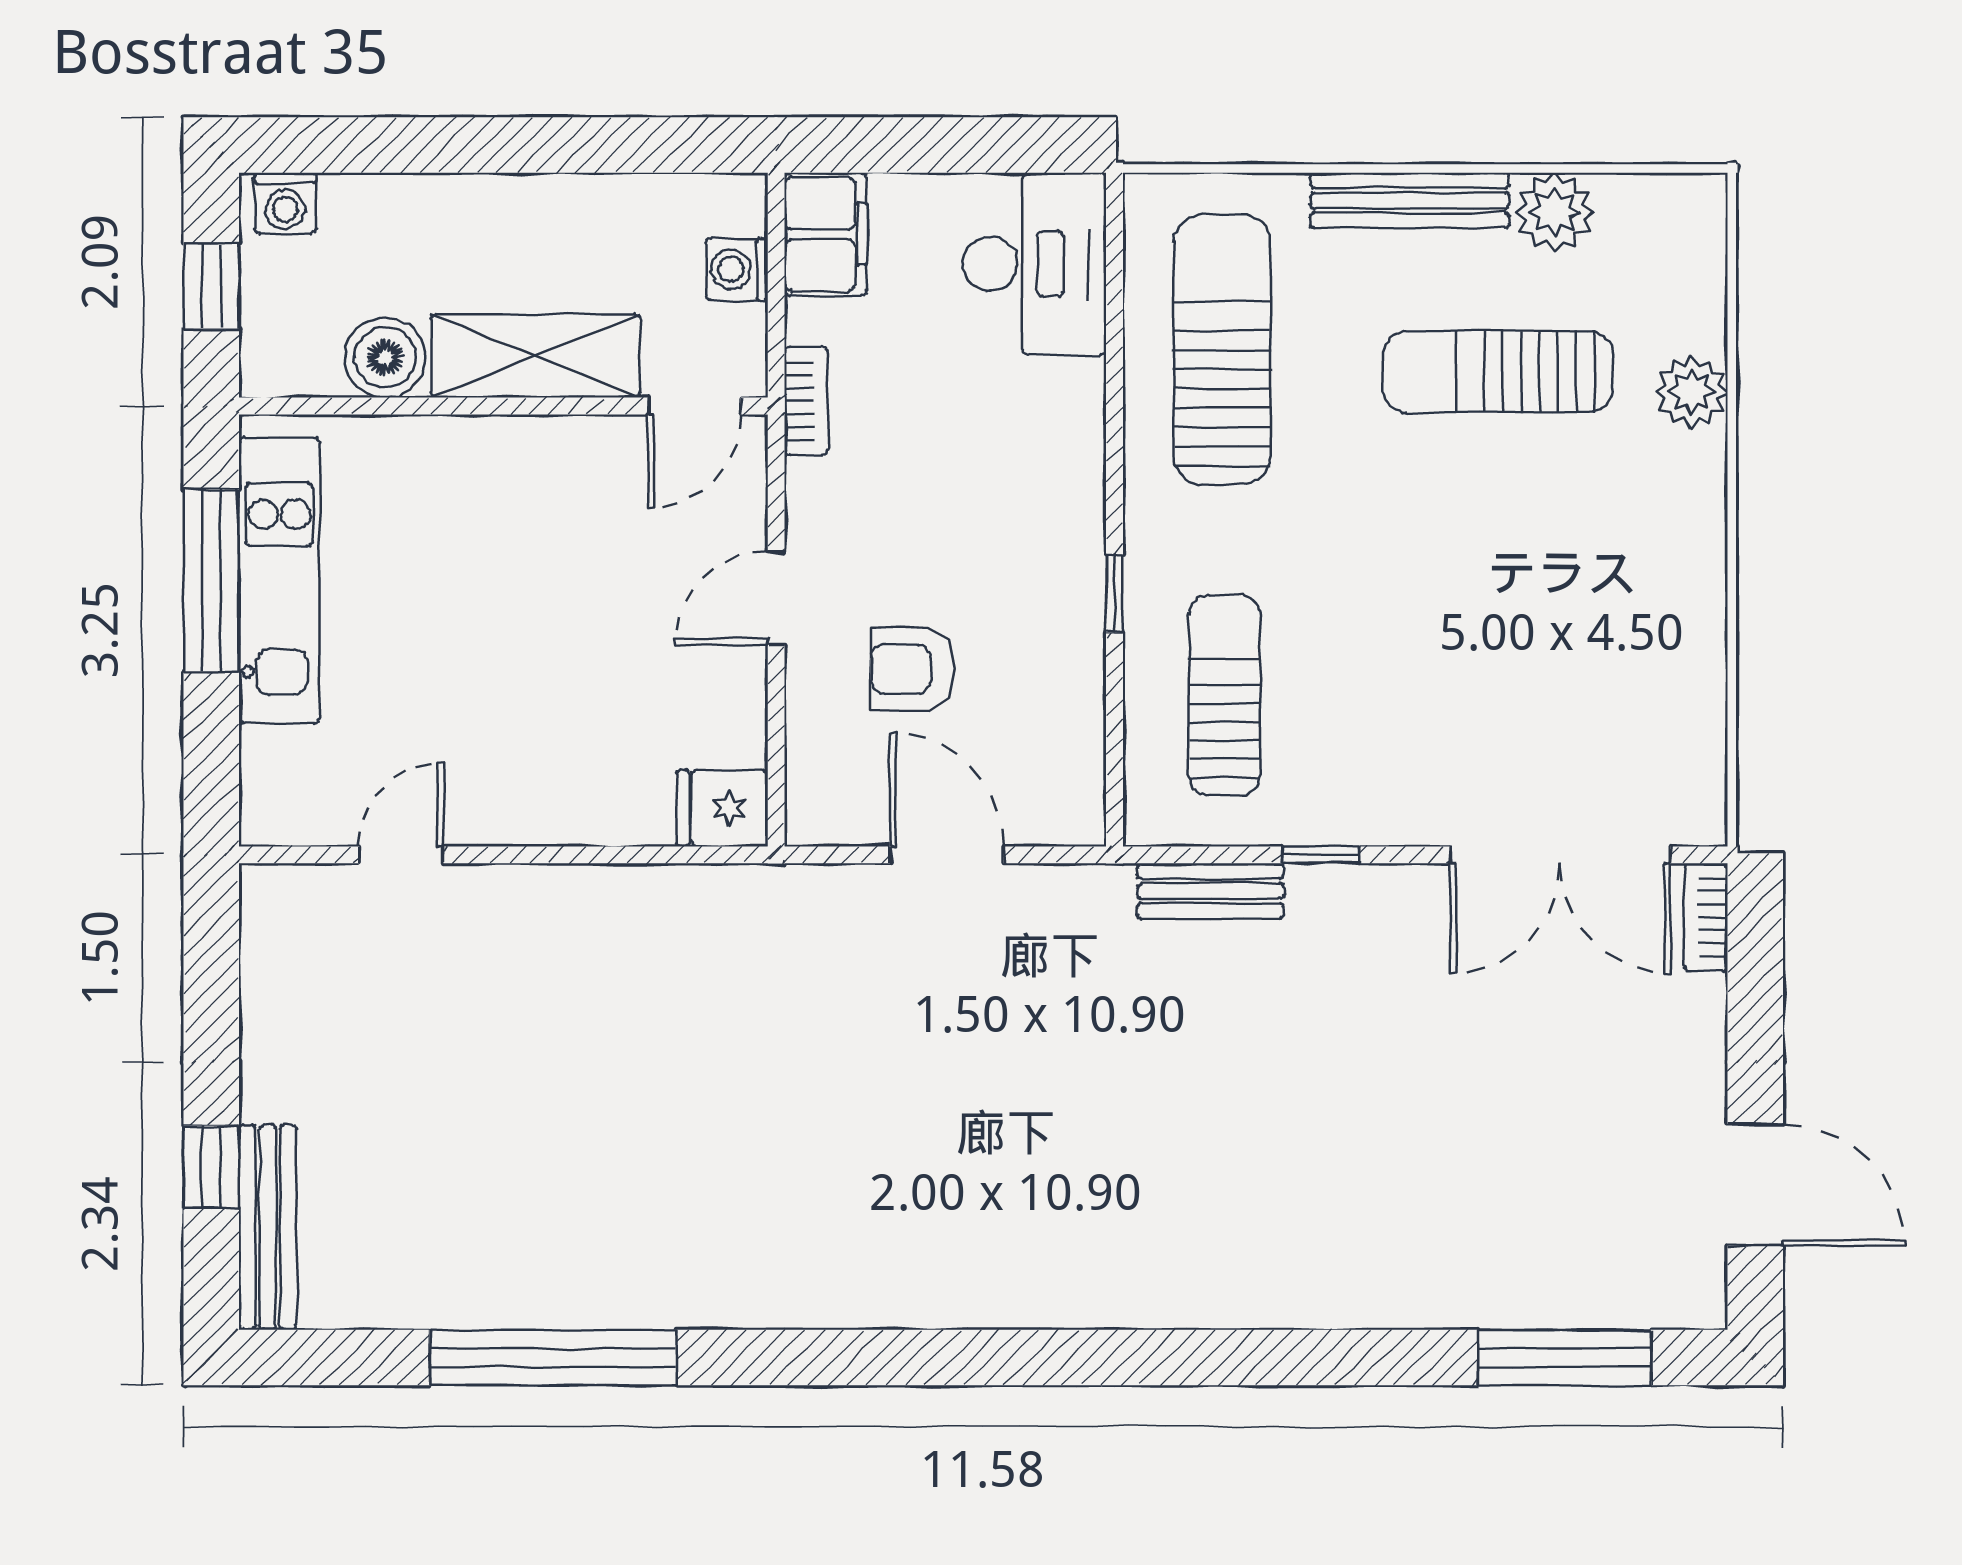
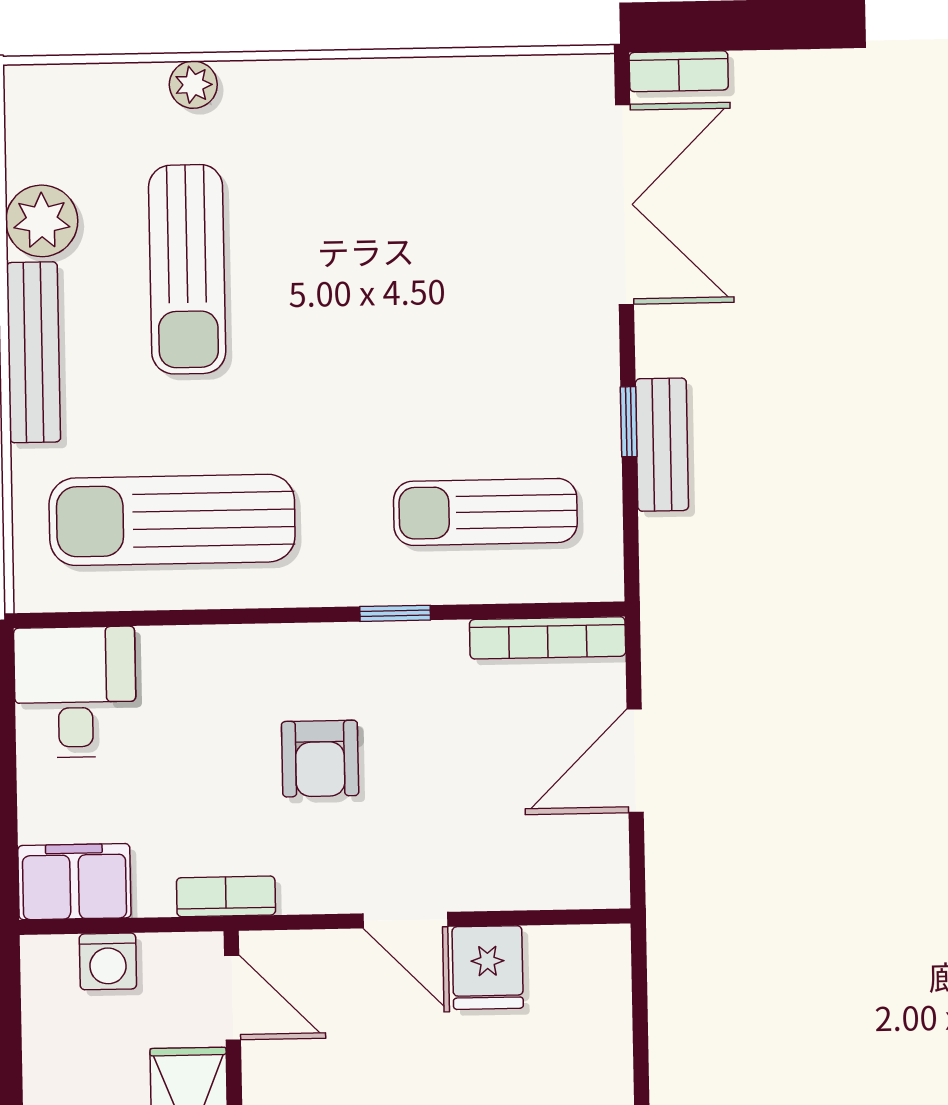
desk: (1035, 264) -> (75, 692), width x0.73
plant: (1692, 392) -> (193, 85), width x0.73, depth x0.73
armchair: (913, 669) -> (320, 759), moved
bookcase: (1084, 761) -> (548, 638), added
fridge: (722, 808) -> (488, 968), moved
bench: (1211, 891) -> (662, 445), moved

